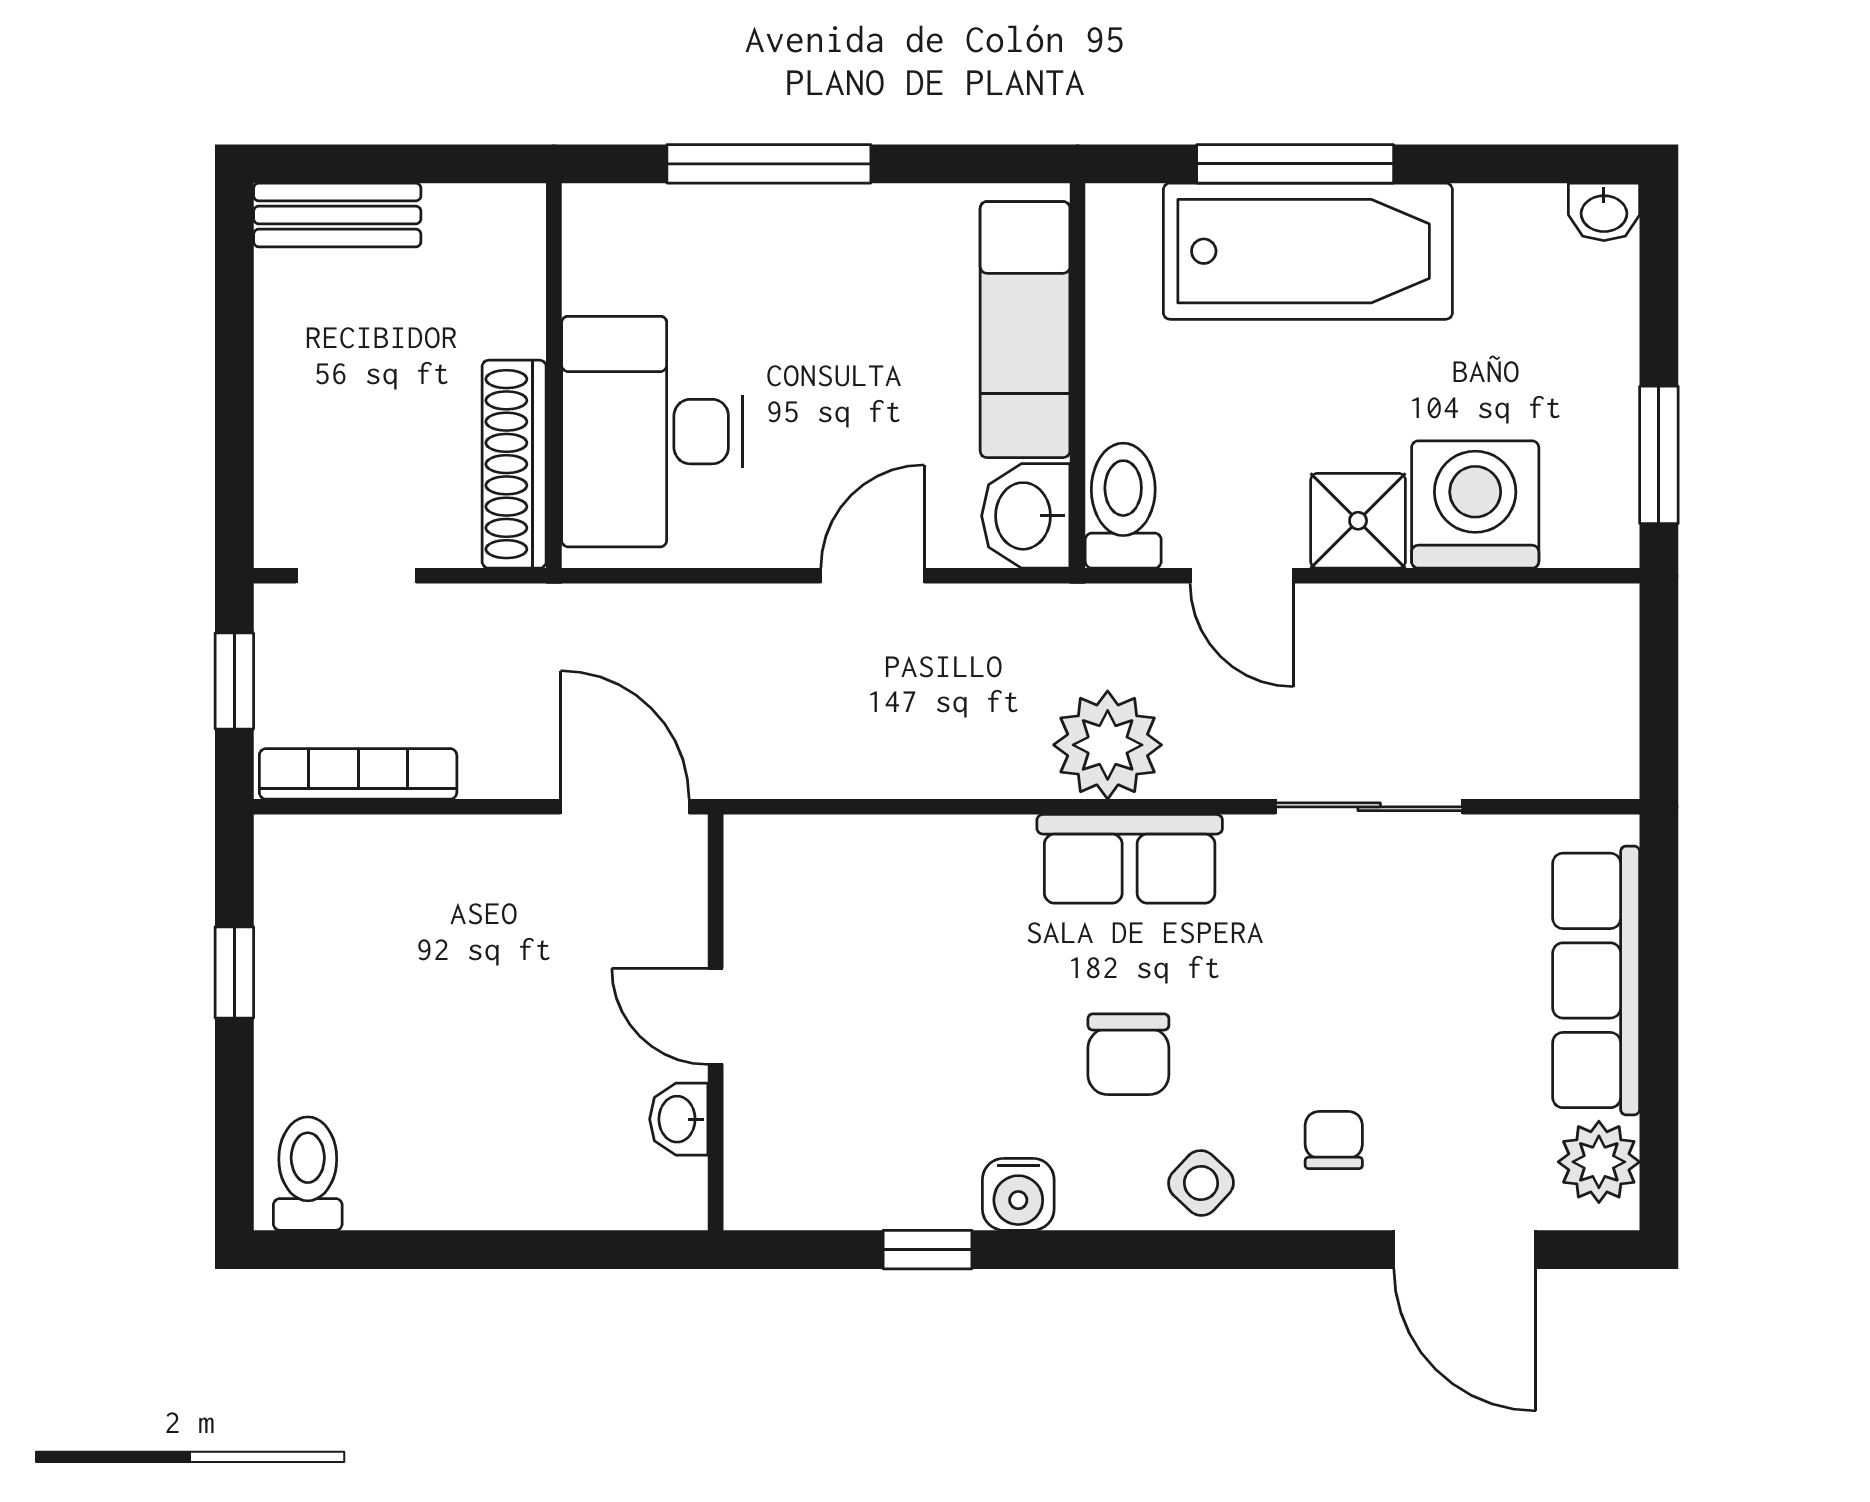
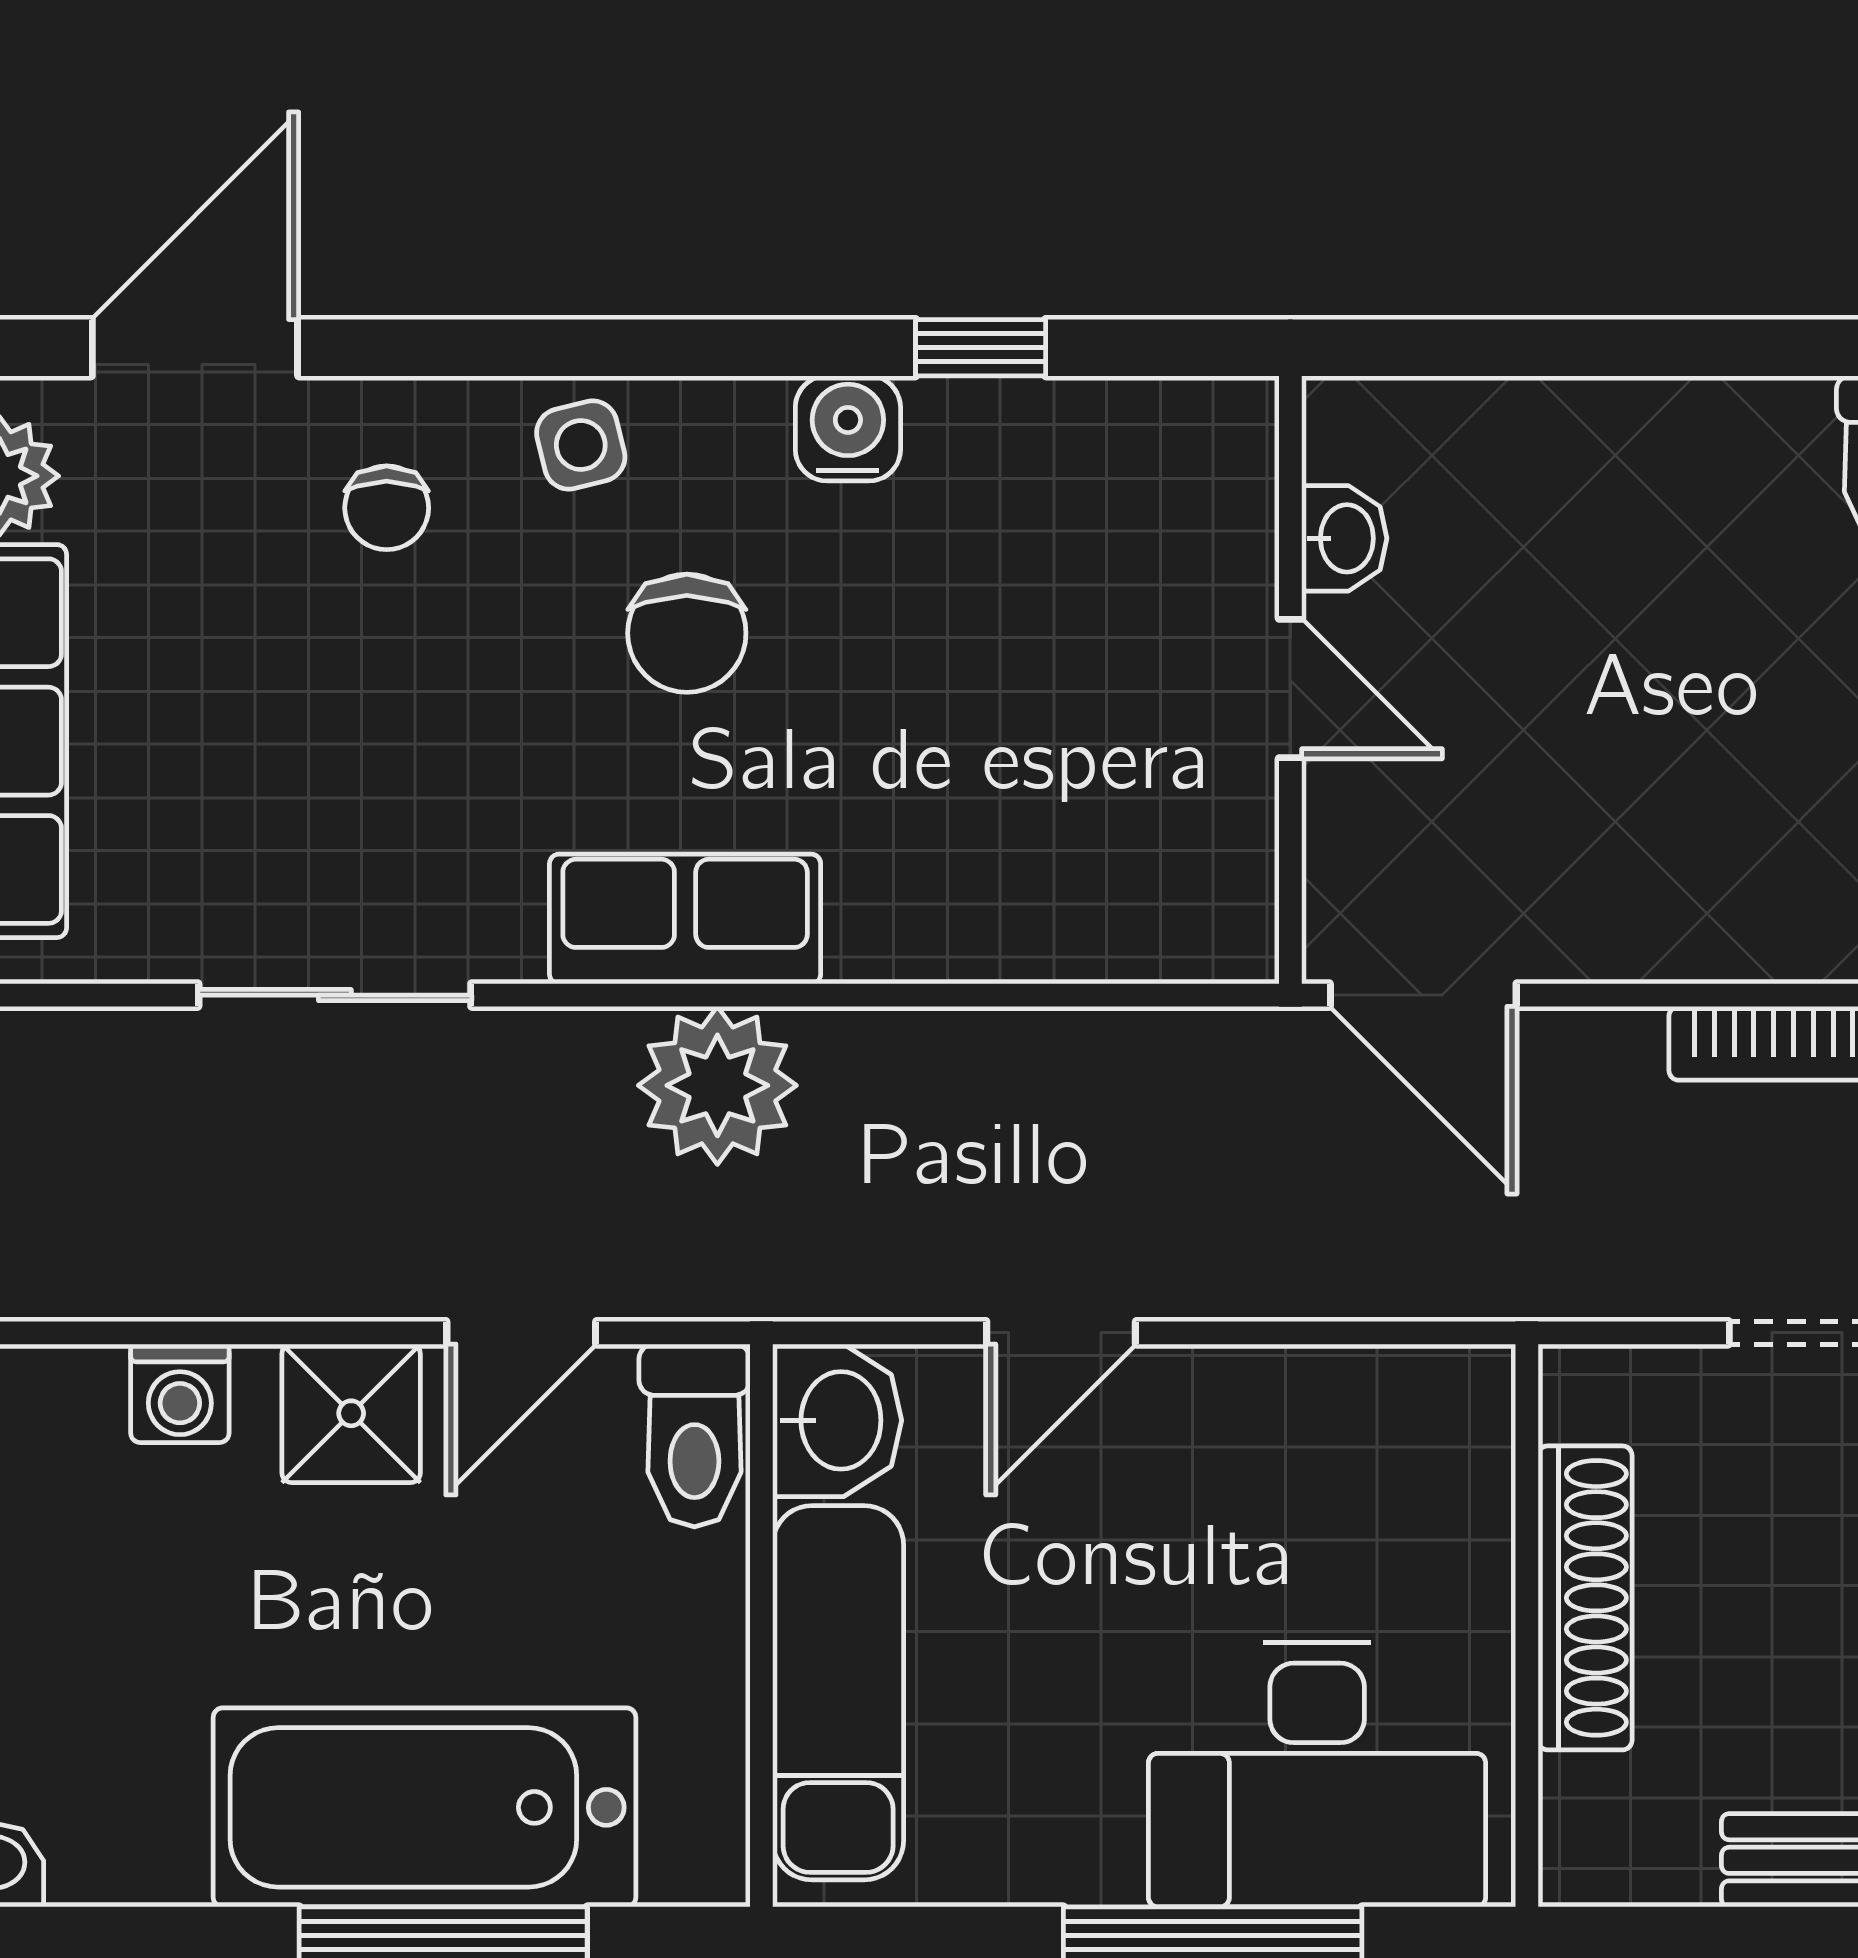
desk: (652, 432) -> (1317, 1774), moved, turned 90
shoe rack: (514, 464) -> (1585, 1598), moved
washing machine: (1475, 504) -> (180, 1393), width x0.53, depth x0.53
door: (1242, 576) -> (521, 1333), swing flipped
chair: (1128, 1054) -> (687, 633), turned 180
side table: (1201, 1183) -> (581, 445), turned 33
door: (1465, 1250) -> (195, 348), hinge flipped

